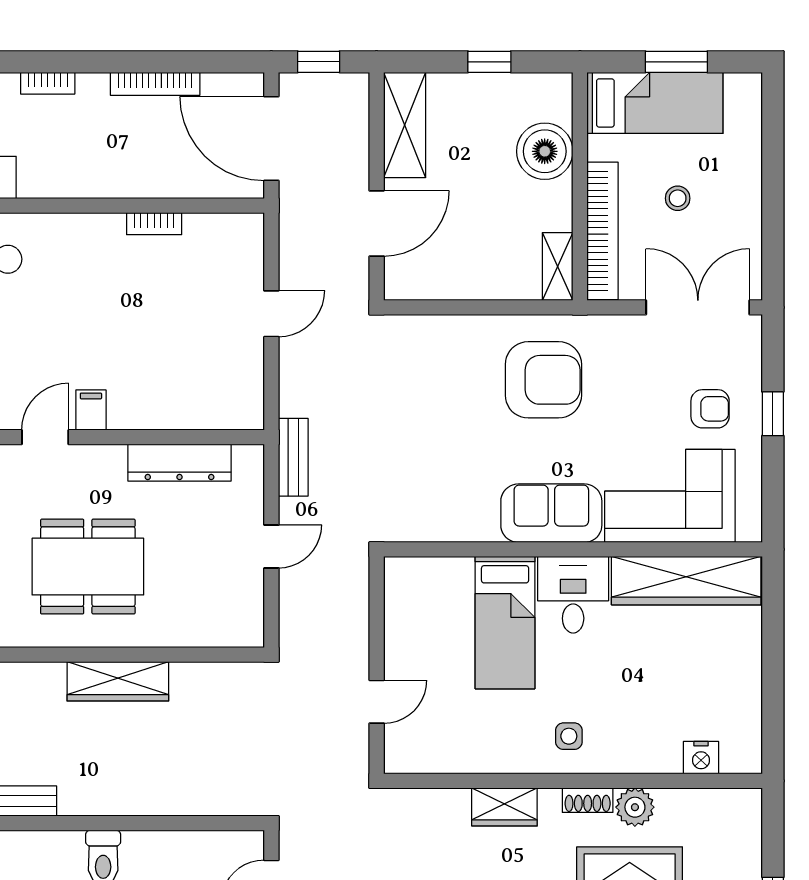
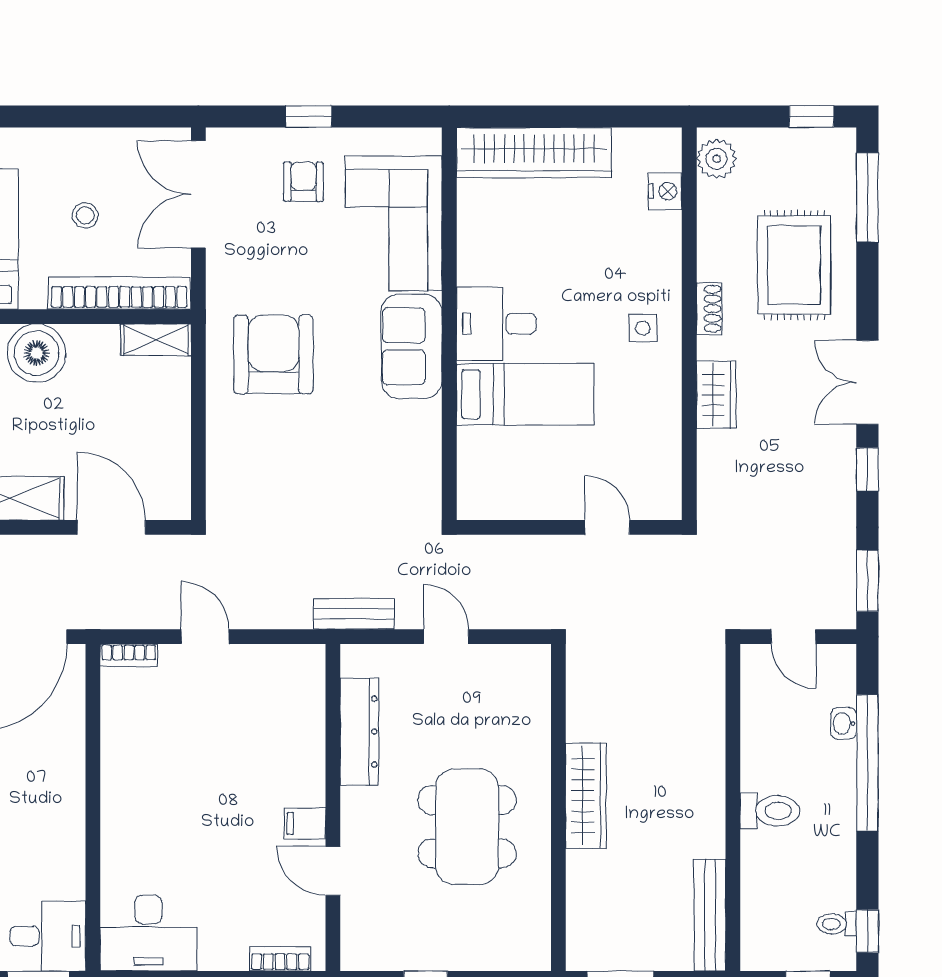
bookcase: (154, 224) -> (129, 655), moved, turned 90
wardrobe: (686, 581) -> (534, 153), moved, turned 90
plant: (635, 807) -> (716, 159), moved

